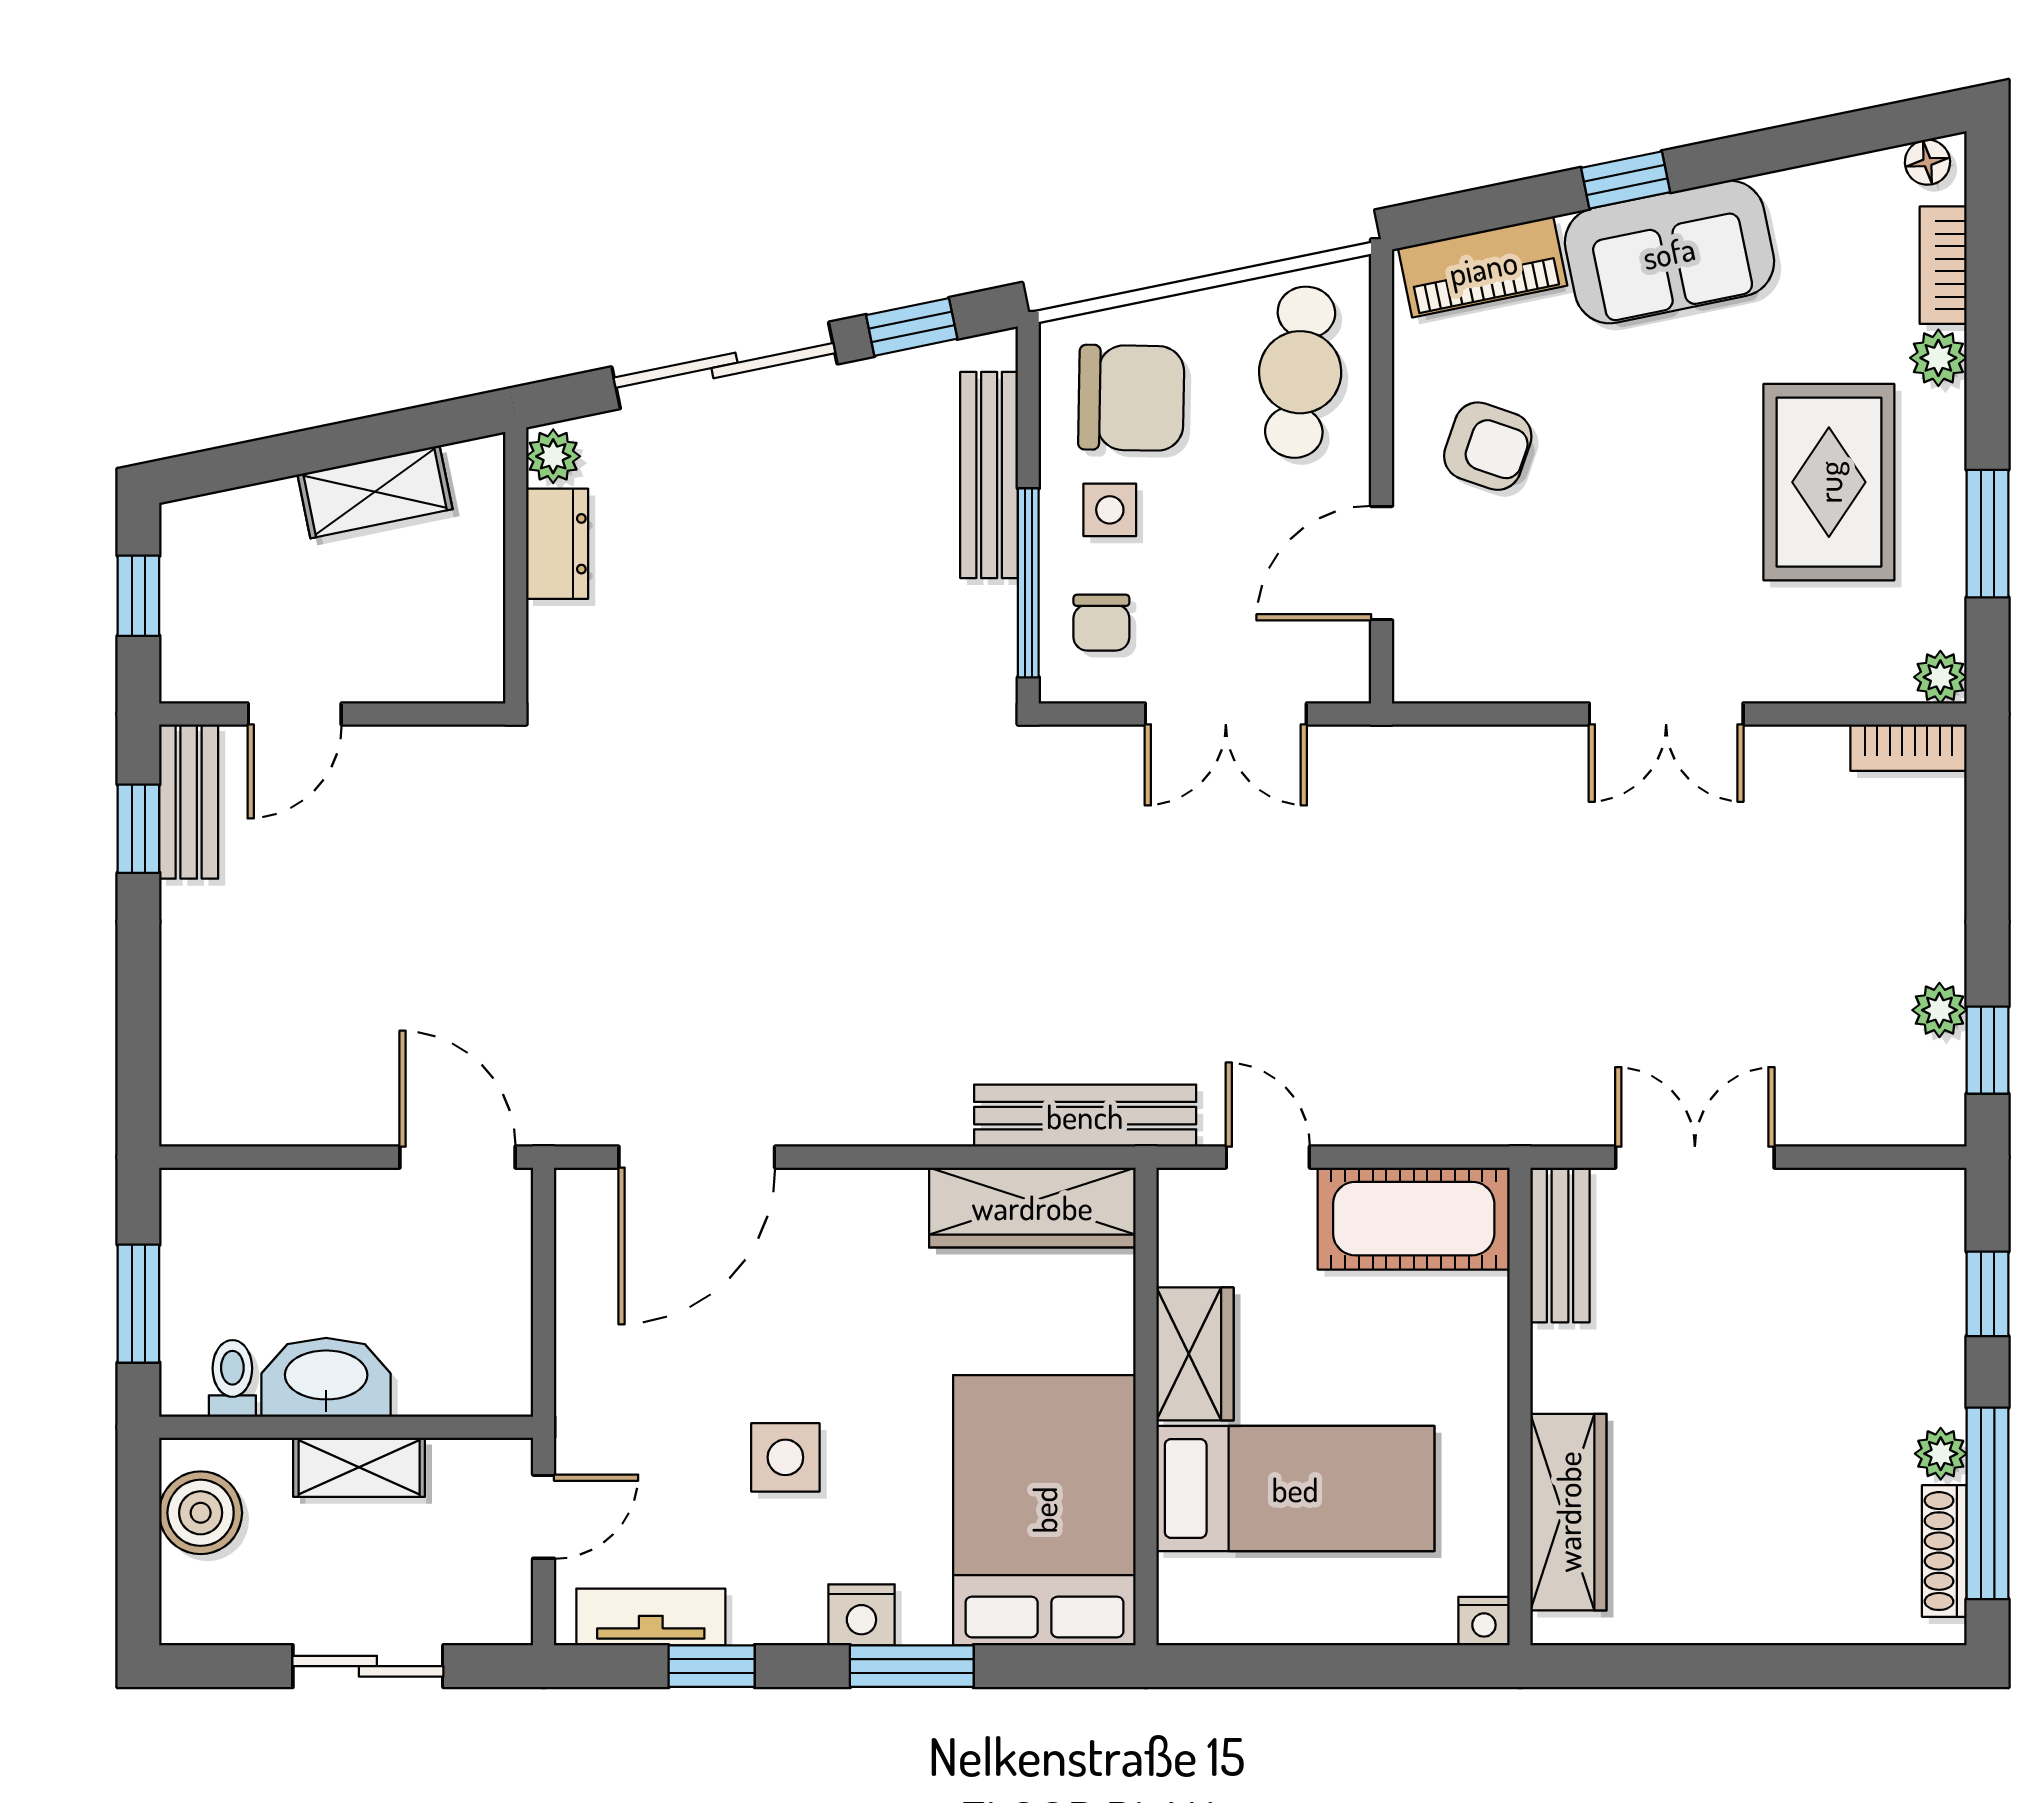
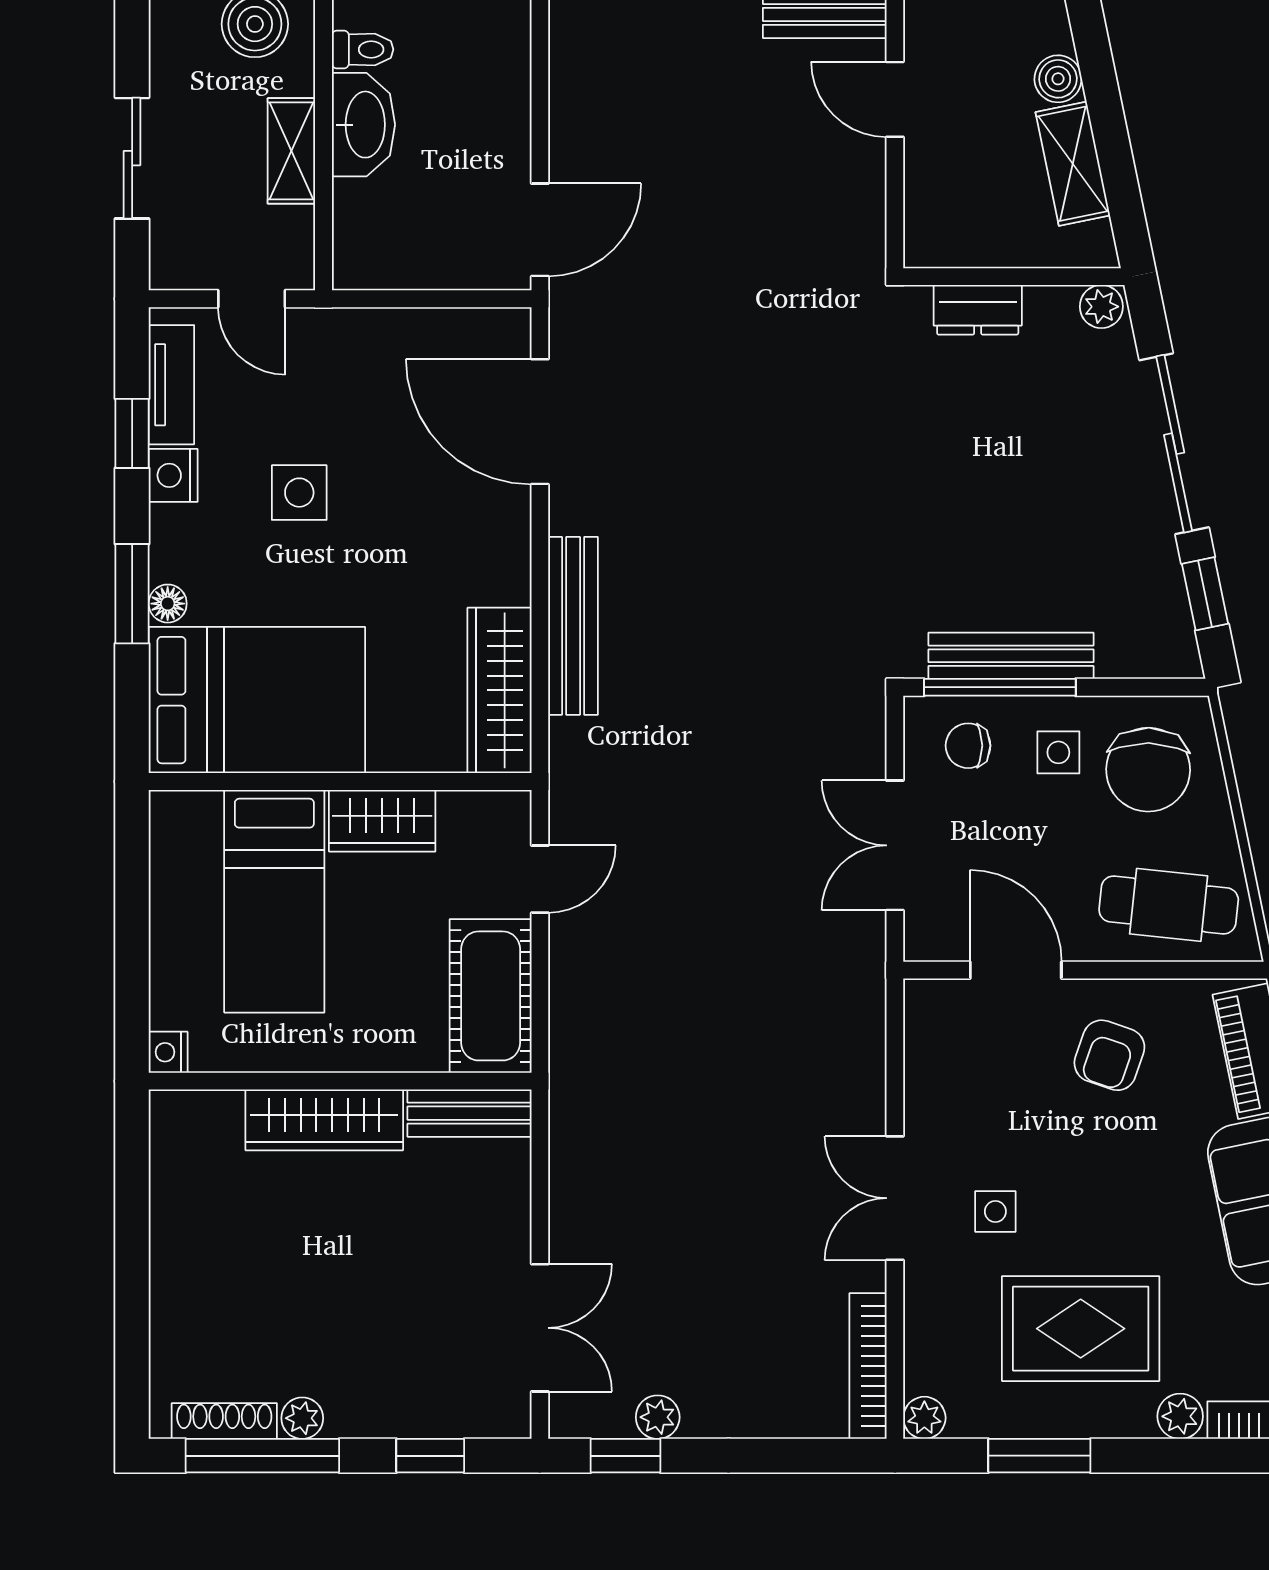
bench: (989, 475) -> (1011, 656), moved
boiler: (269, 510) -> (1058, 79), added
dresser: (557, 544) -> (978, 310), moved
side table: (1683, 588) -> (995, 1211), added
bookcase: (1909, 748) -> (868, 1366), width x1.56
bench: (1085, 1116) -> (573, 626), moved
double door: (1695, 1157) -> (540, 1328), moved
wardrobe: (1568, 1512) -> (324, 1120), moved
nightstand: (861, 1615) -> (173, 475), moved
floor lamp: (924, 1622) -> (168, 604), added

